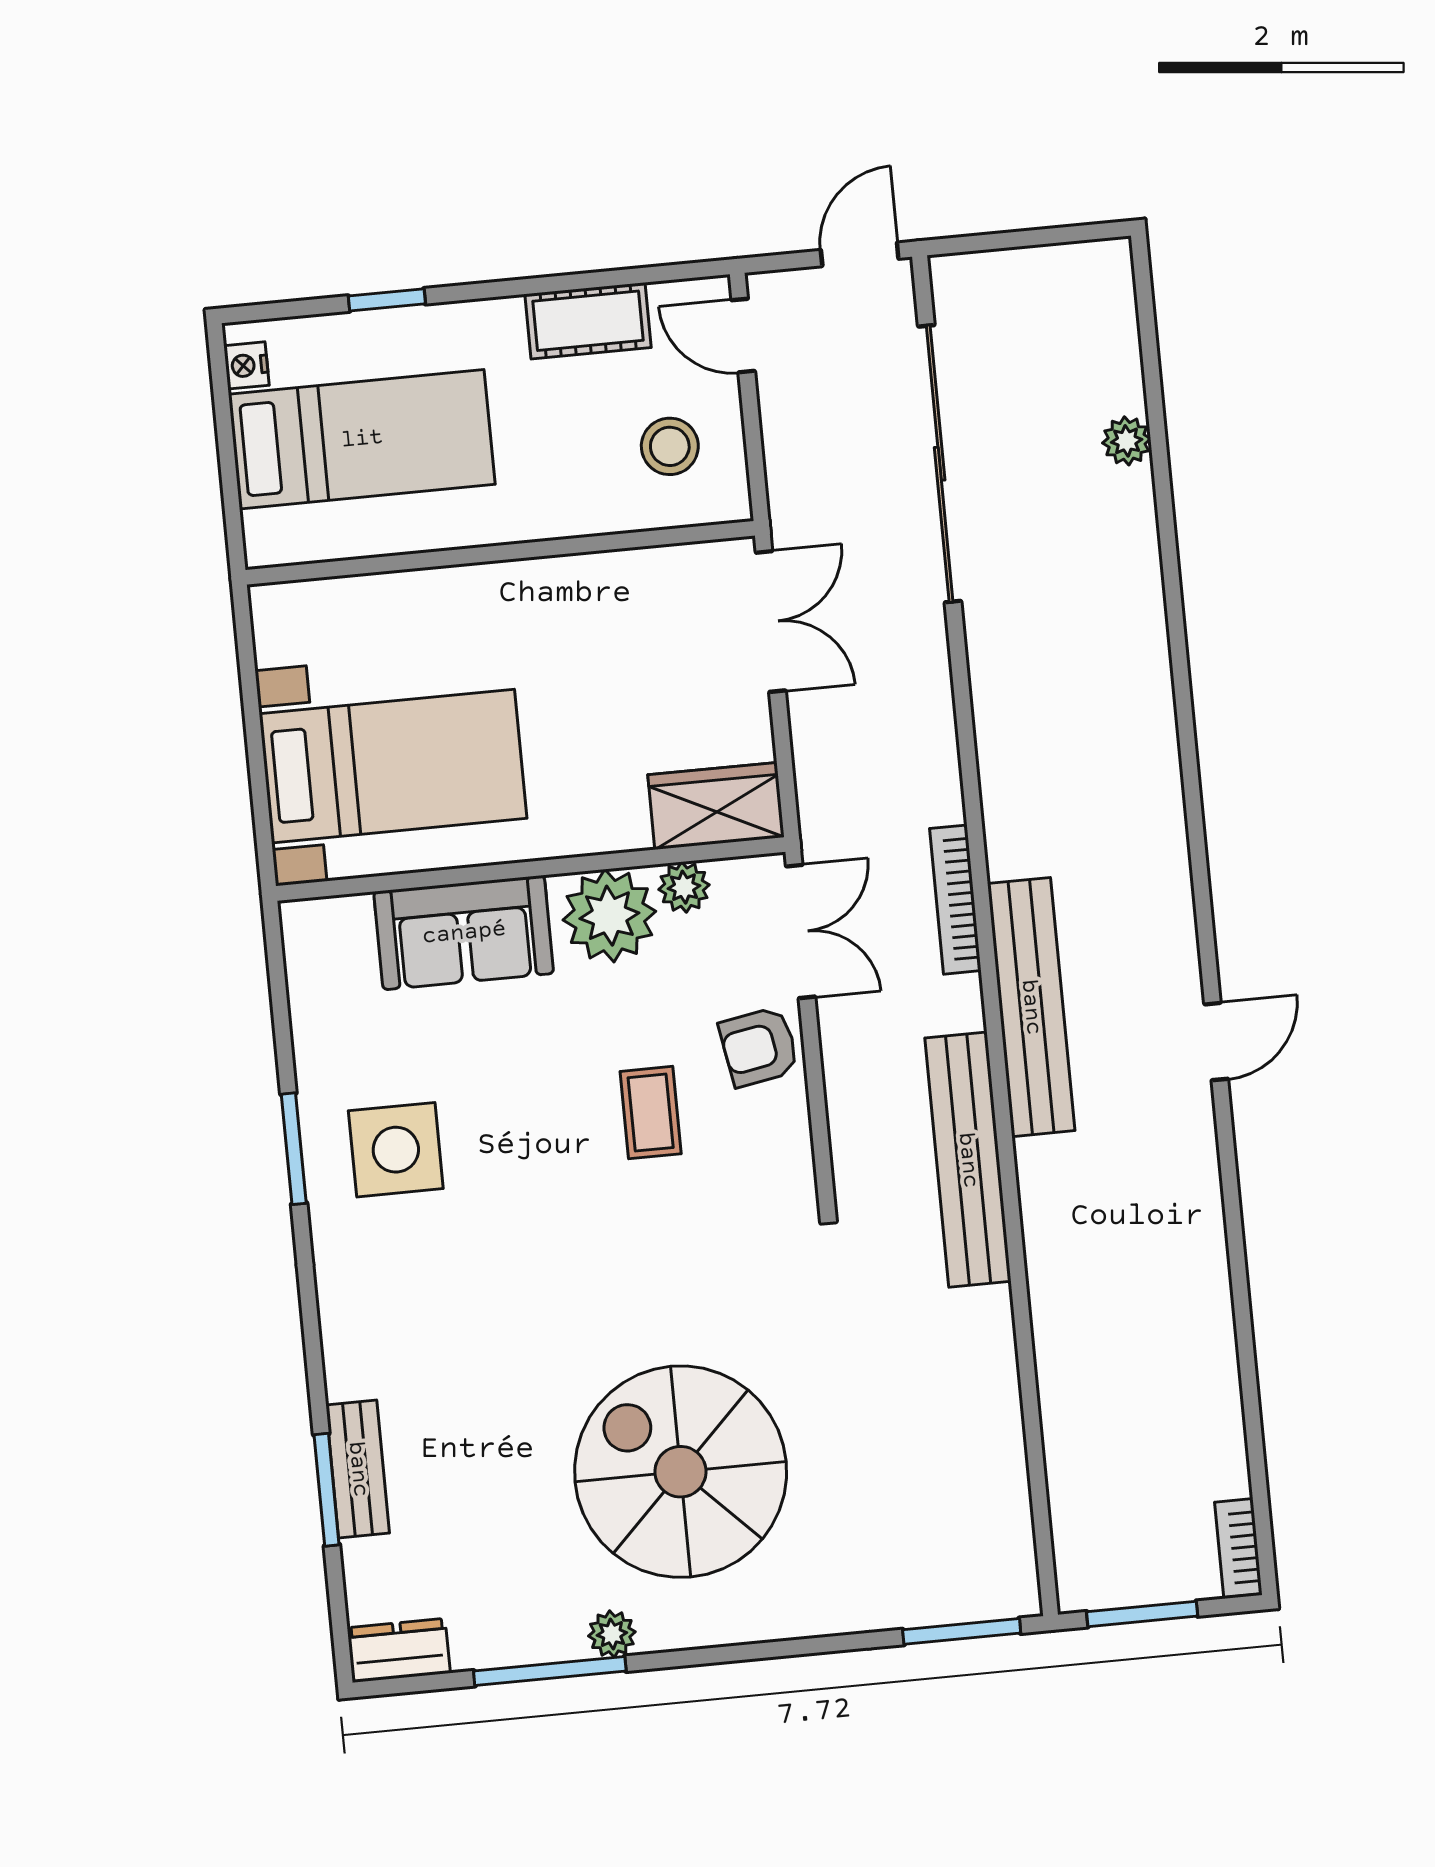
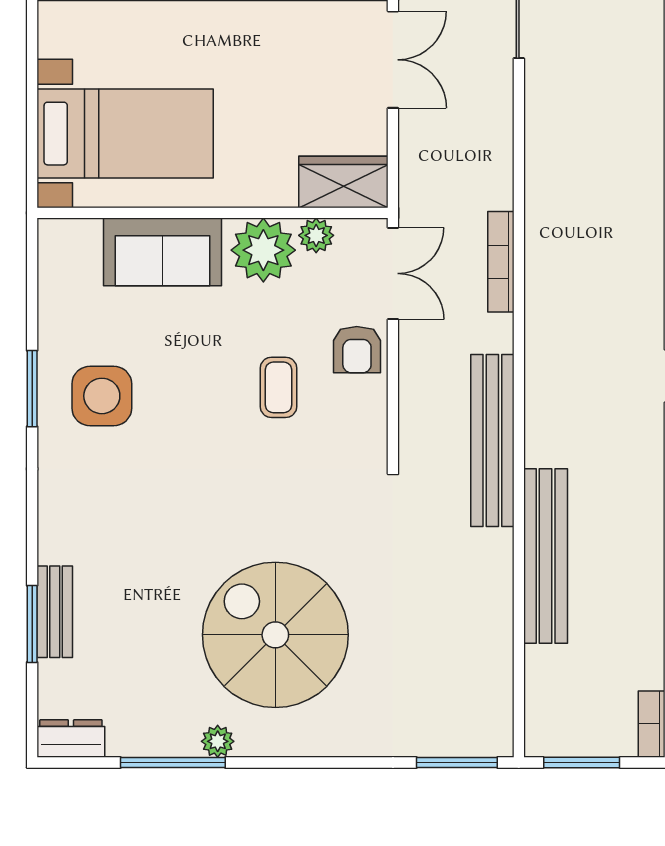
bench: (1031, 1007) -> (546, 556), moved
armchair: (759, 1047) -> (357, 350), turned -80

